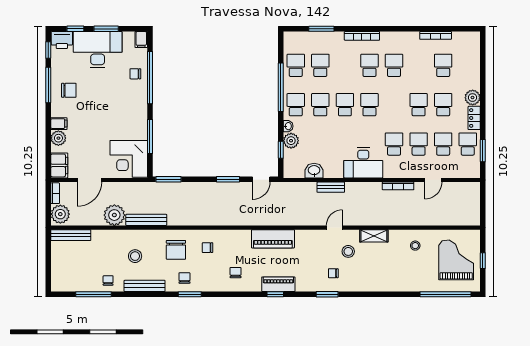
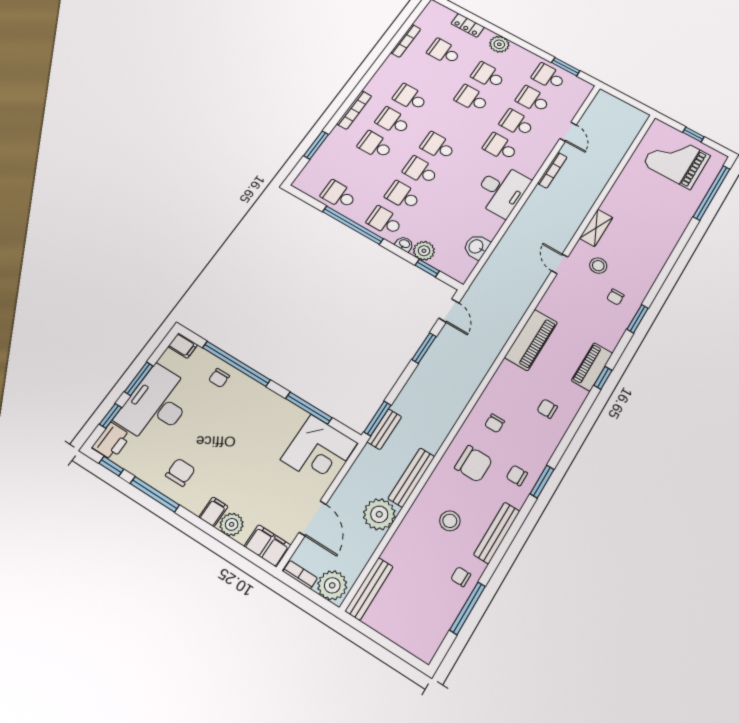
school desk: (320, 65) -> (375, 145), moved
locker: (474, 118) -> (468, 25), moved
bench: (331, 187) -> (384, 429), moved
stool: (415, 246) -> (634, 192), removed

